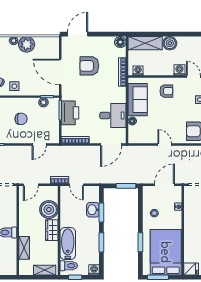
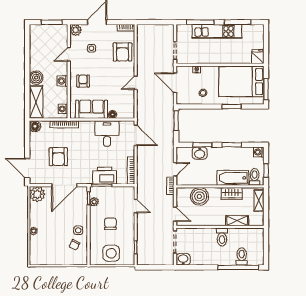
plant: (27, 44) -> (37, 194), moved
washing machine: (180, 70) -> (62, 81), moved
wardrobe: (52, 230) -> (232, 193), moved

